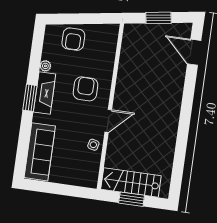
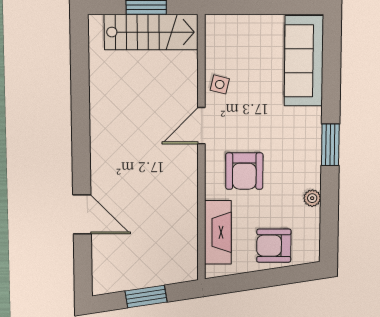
armchair: (73, 39) -> (274, 246), turned -90
door: (194, 52) -> (82, 214), moved
fireplace: (45, 93) -> (218, 232), moved, turned 180

